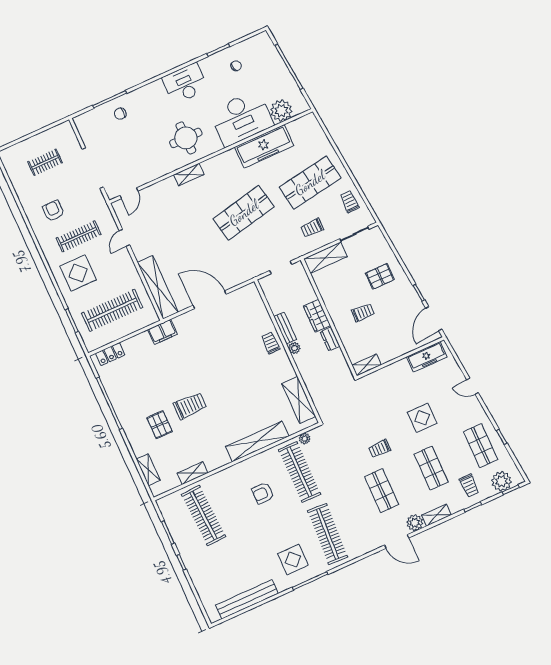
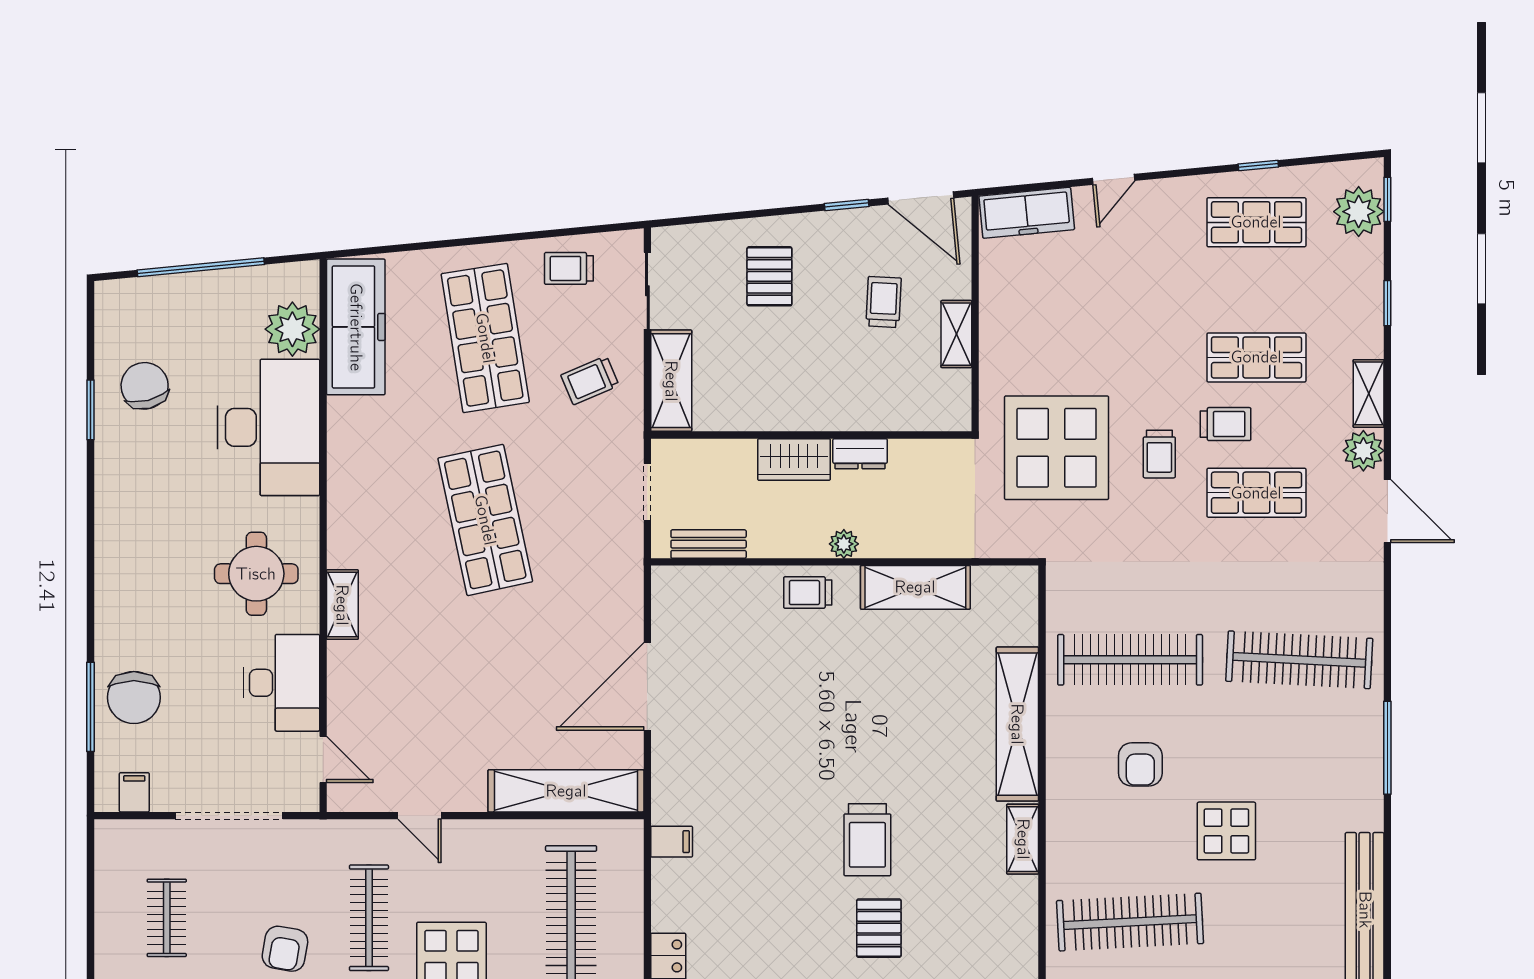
chair: (236, 66) -> (145, 386), width x1.87, depth x1.87
desk: (185, 83) -> (281, 683), moved, turned 180
chair: (120, 114) -> (134, 697), width x1.87, depth x1.87
filing cabinet: (86, 130) -> (134, 792), added
freezer: (264, 146) -> (356, 327), moved
armchair: (53, 211) -> (285, 949), turned -80
trolley: (312, 228) -> (590, 380), turned 67
trolley: (363, 313) -> (884, 302), moved
bench: (285, 328) -> (709, 544), moved
filing cabinet: (162, 332) -> (672, 842), width x0.50
freezer: (427, 357) -> (1027, 213), moved, turned 85
shelving: (366, 365) -> (956, 334), moved
shelving: (299, 400) -> (915, 587), moved
trolley: (190, 406) -> (867, 840), turned 180
display table: (422, 418) -> (1057, 448), moved, width x1.86, depth x1.86
pallet: (160, 425) -> (879, 928), turned 90
plant: (305, 439) -> (1060, 614), removed
shelving: (193, 473) -> (1023, 839), moved
trolley: (469, 486) -> (1226, 424), moved
door: (397, 542) -> (1387, 511), hinge flipped
display table: (293, 559) -> (1226, 831), moved

